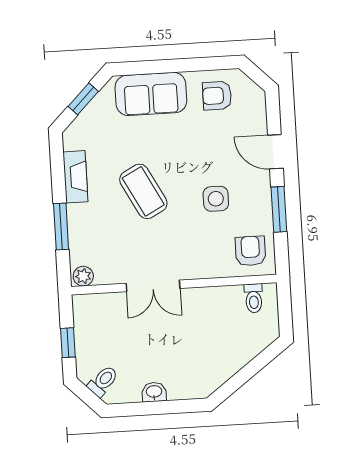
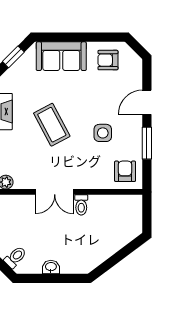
door: (275, 152) -> (147, 102), hinge flipped
toilet: (254, 298) -> (81, 205), moved

